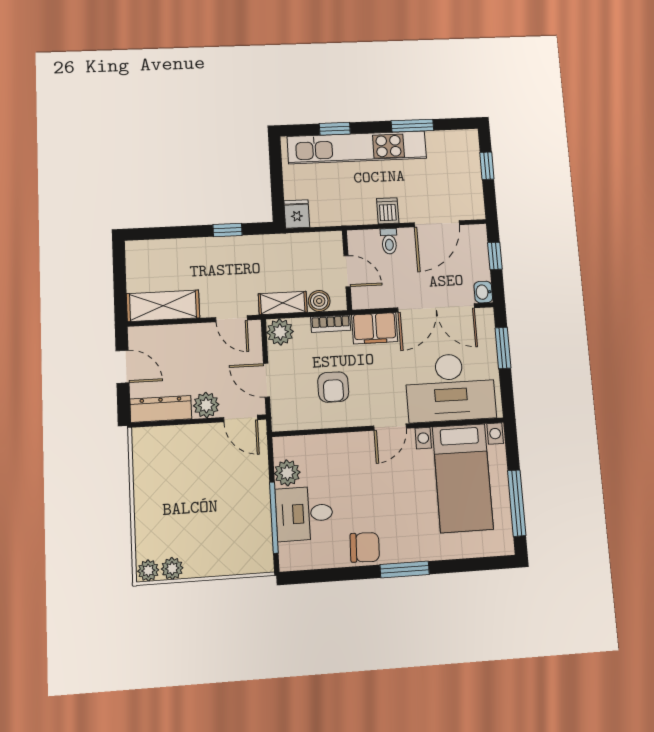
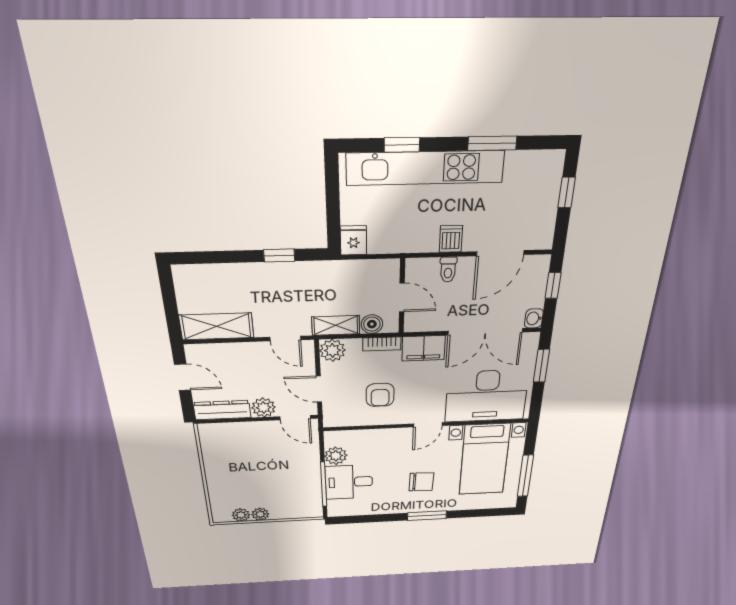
chair: (365, 547) -> (421, 482), moved
plant: (148, 571) -> (260, 514), moved

